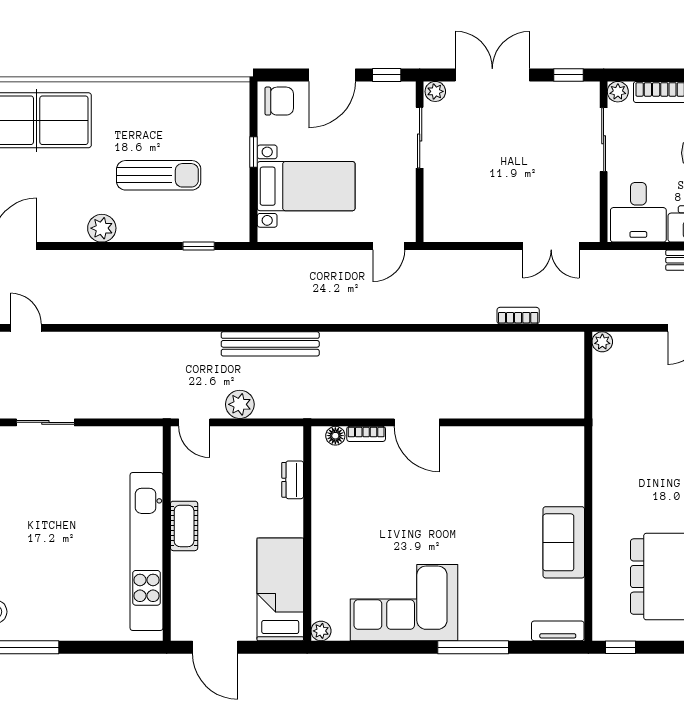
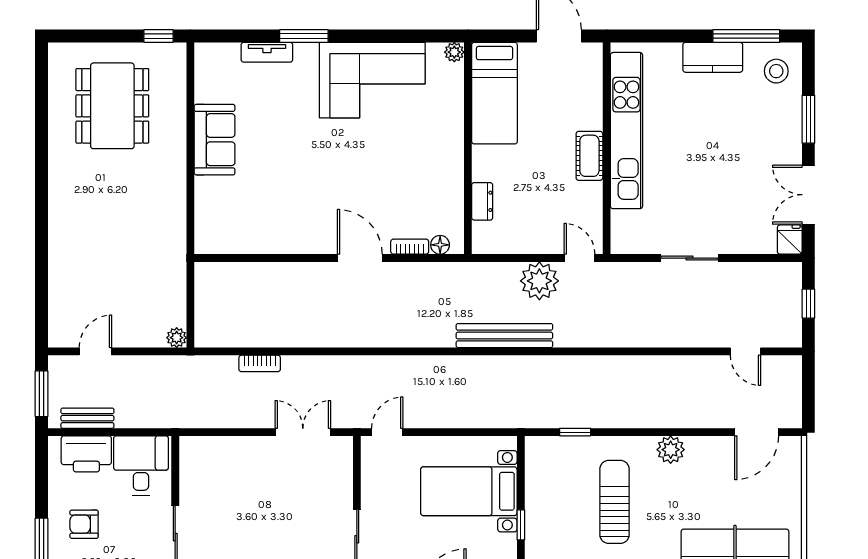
sun lounger: (159, 175) -> (614, 502), turned 90
double door: (551, 246) -> (303, 432), moved
plant: (240, 404) -> (539, 281), width x1.36, depth x1.36
sliding door: (45, 422) -> (689, 258), moved
kitchen counter: (59, 626) -> (713, 57), added
tv unit: (558, 631) -> (267, 52), moved
window: (473, 647) -> (304, 36), width x0.69

